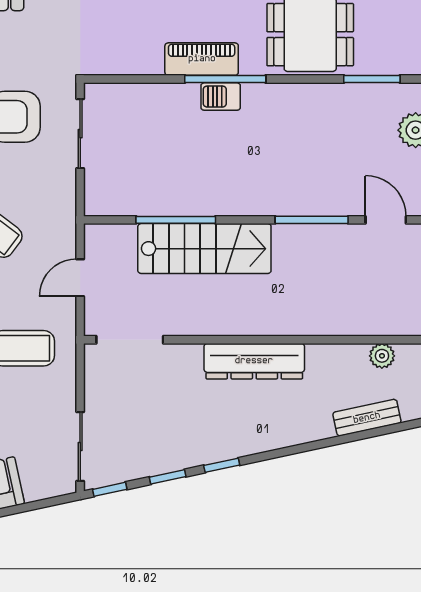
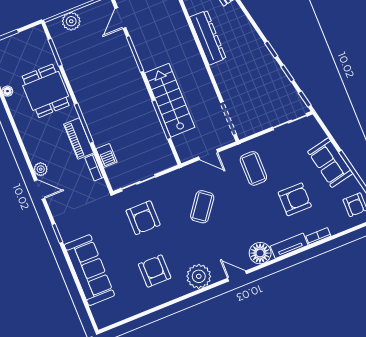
bookcase: (139, 66) -> (94, 168), added
barbecue: (221, 97) -> (107, 155), moved
dresser: (254, 361) -> (208, 38), moved

